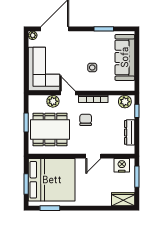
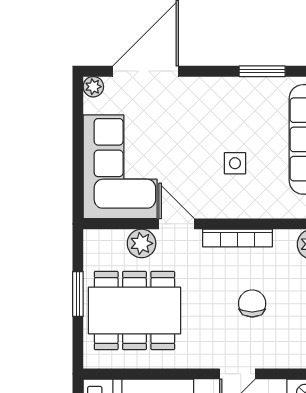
chair: (86, 120) -> (252, 303), moved

